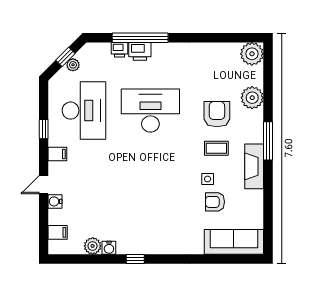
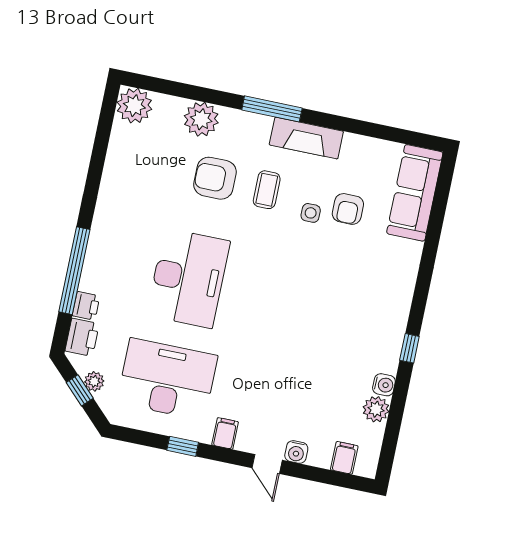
printer: (140, 51) -> (82, 337), moved
desk: (150, 111) -> (188, 278), turned 180

